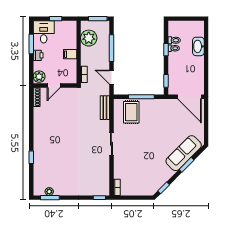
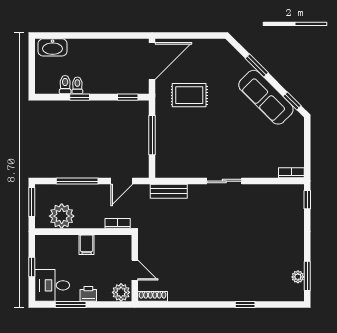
washbasin: (198, 46) -> (53, 47), moved
rug: (131, 112) -> (189, 95), moved
sofa: (184, 153) -> (266, 97), moved

